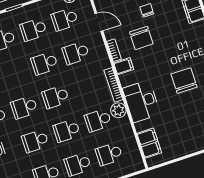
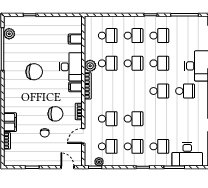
door: (99, 22) -> (83, 136), hinge flipped
chair: (141, 38) -> (55, 114), turned 90
filing cabinet: (124, 66) -> (75, 87), moved
chair: (184, 81) -> (34, 72), turned -90
school desk: (56, 97) -> (133, 91), removed
filing cabinet: (149, 143) -> (75, 39), width x0.50

